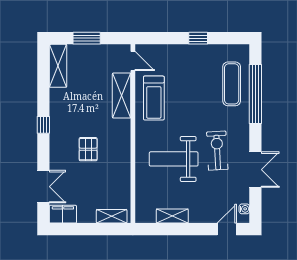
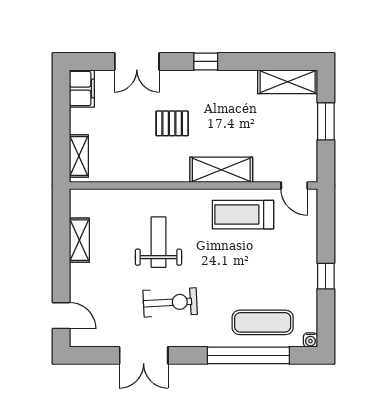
door: (133, 61) -> (294, 185), hinge flipped
shelving: (122, 96) -> (221, 170), moved
weight bench: (174, 159) -> (158, 242), width x0.73, depth x0.75
double door: (43, 187) -> (137, 61), moved
water cooler: (244, 209) -> (310, 340), moved

